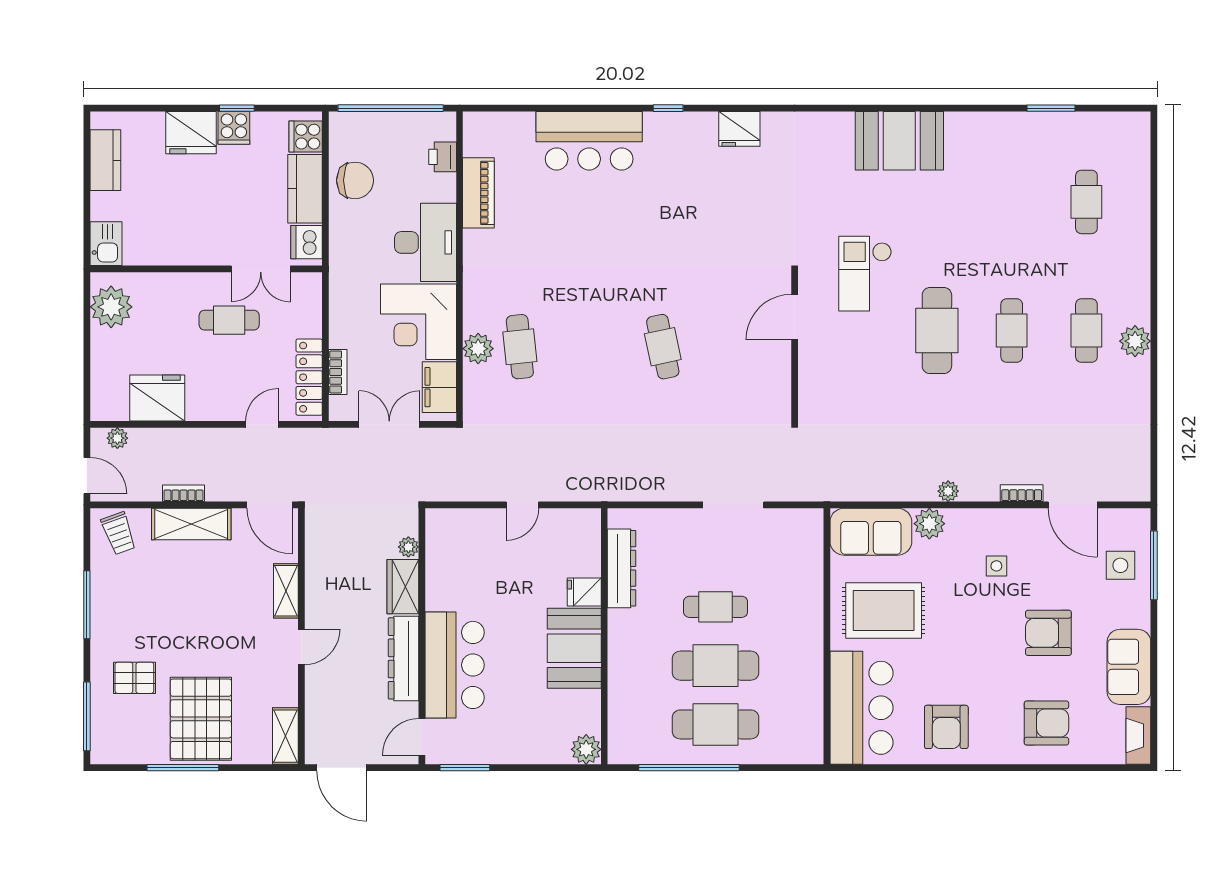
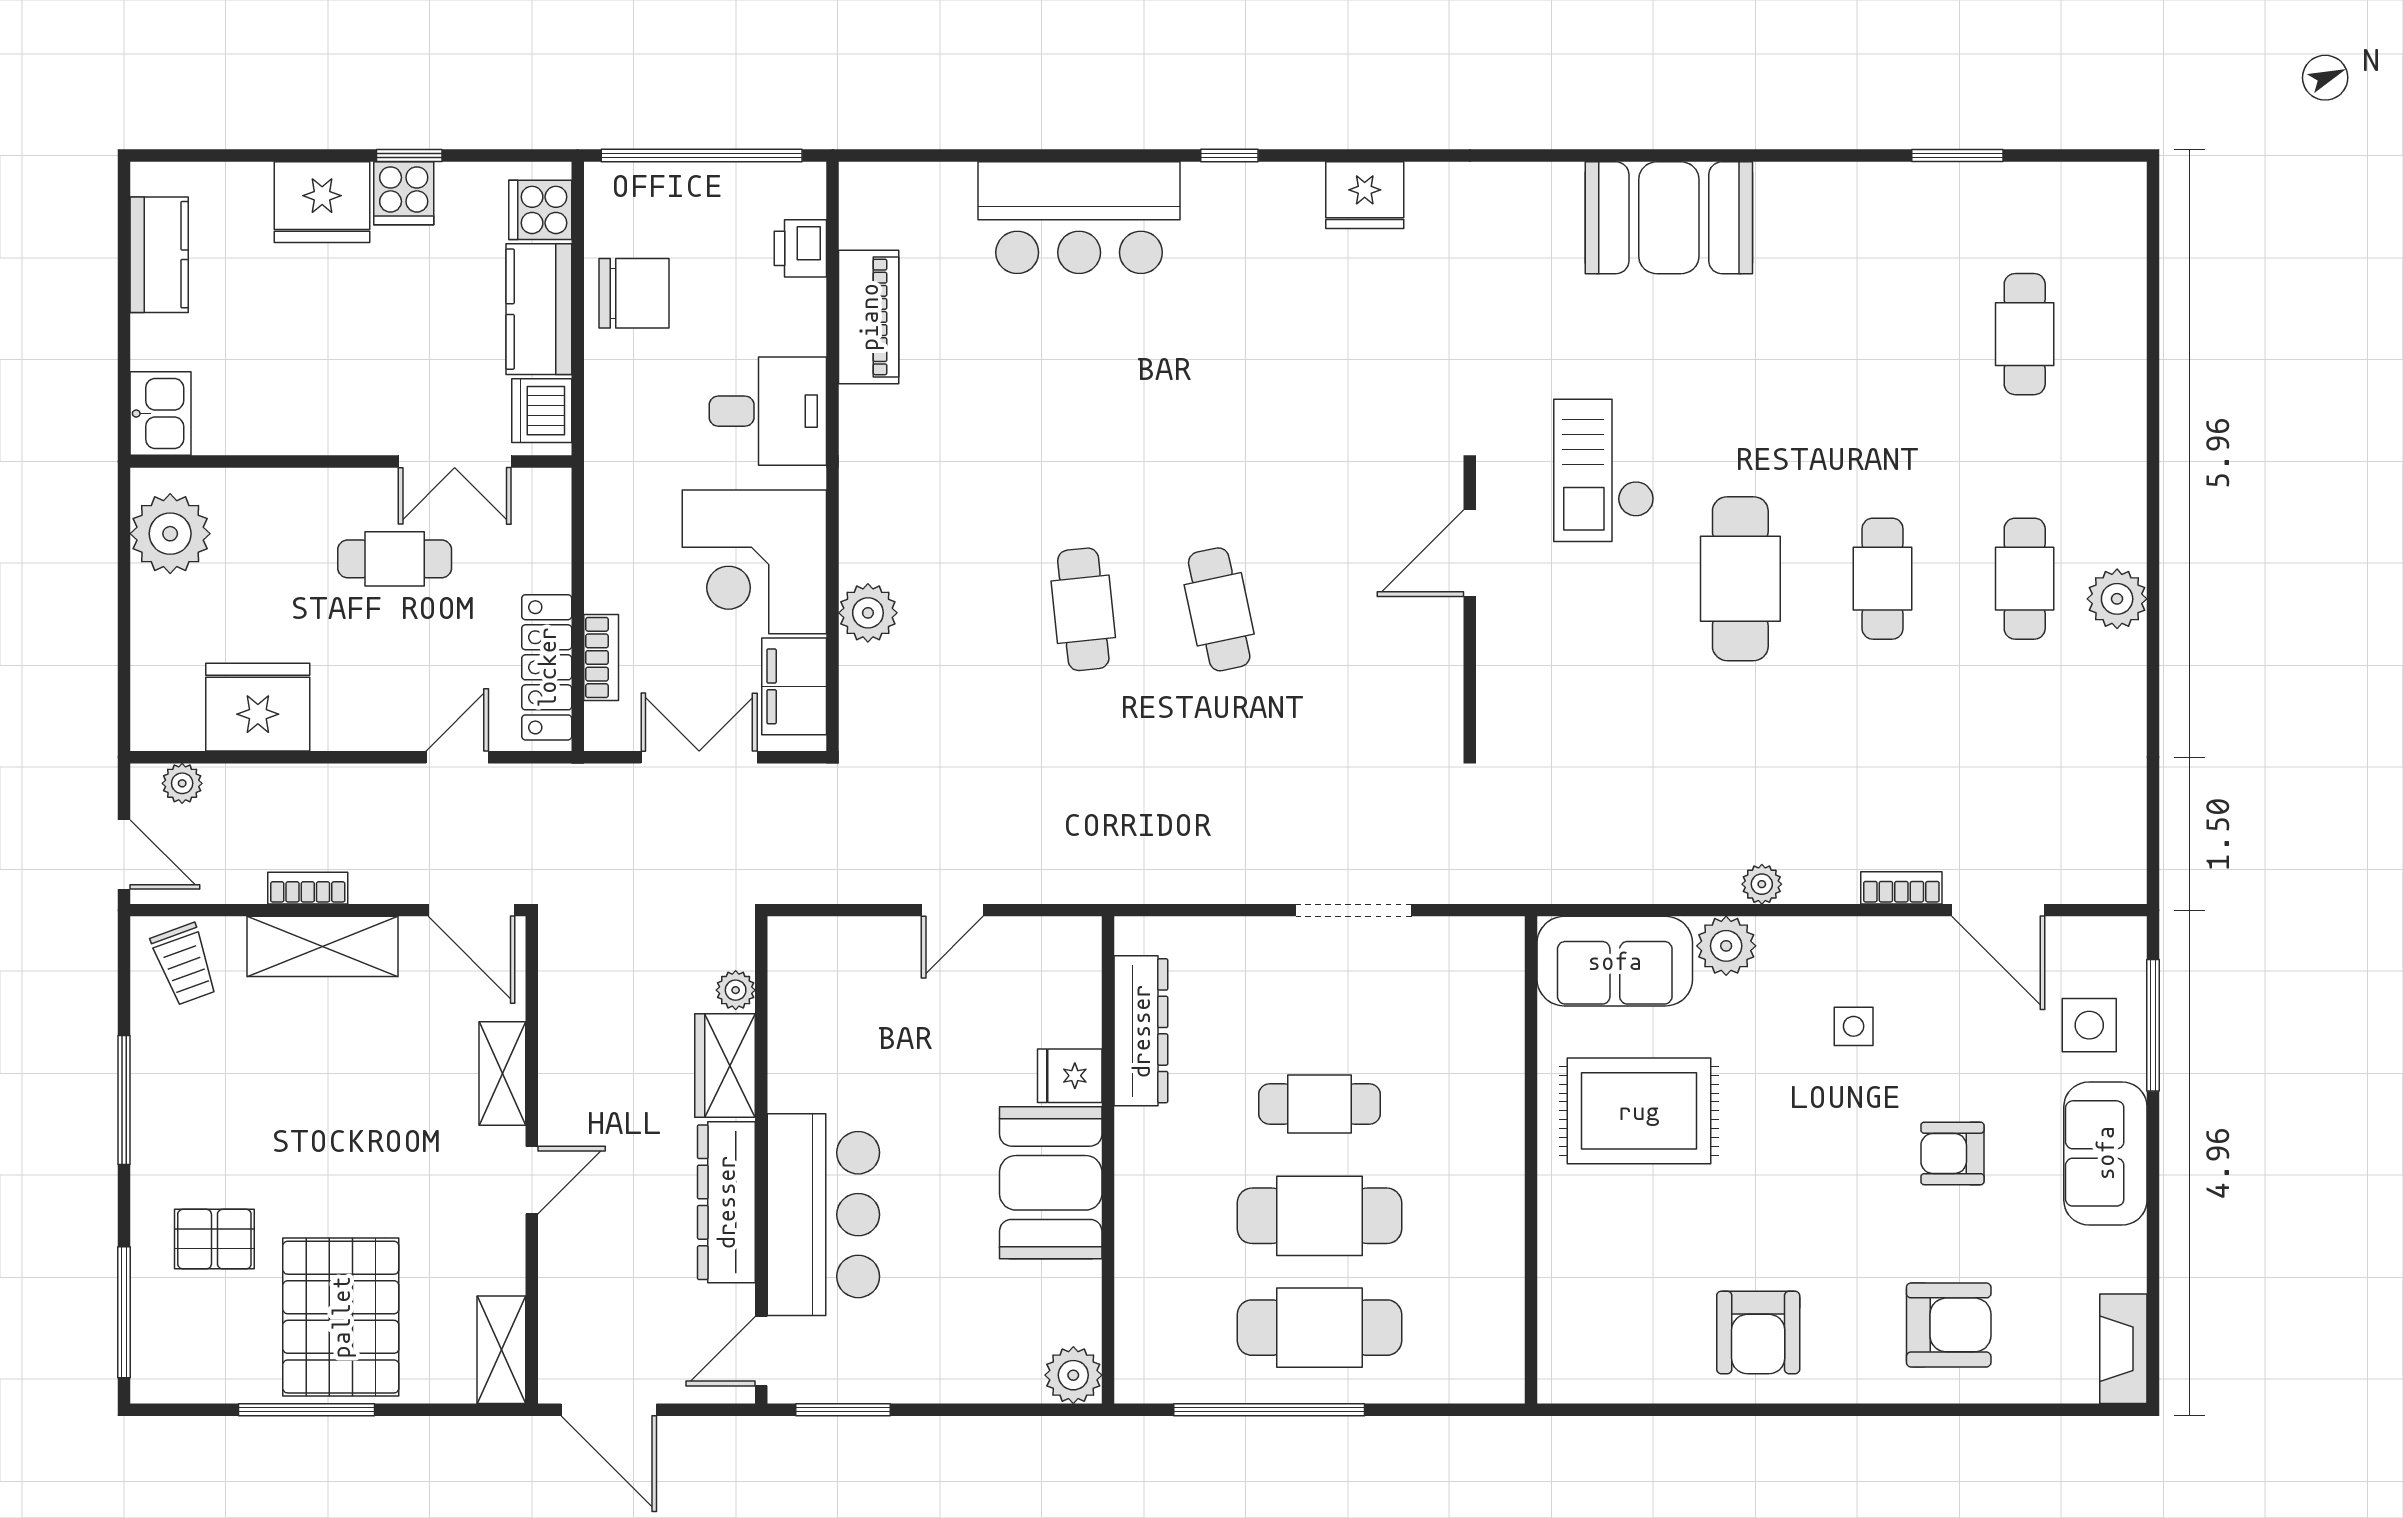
desk: (425, 242) -> (768, 411), width x0.73
cafe table: (520, 347) -> (1083, 609), moved
armchair: (1048, 633) -> (1952, 1153), width x0.72, depth x0.72
sofa: (1129, 667) -> (2105, 1153), moved
bar counter: (861, 708) -> (1597, 1296), removed

